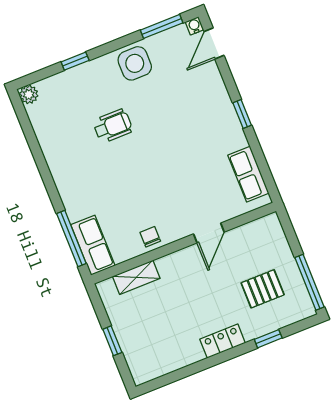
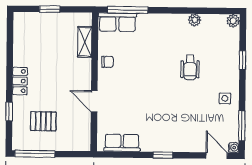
side table: (135, 63) -> (225, 98), width x0.54, depth x0.54
plant: (48, 145) -> (195, 20), added
pallet: (263, 289) -> (43, 121), turned 90

